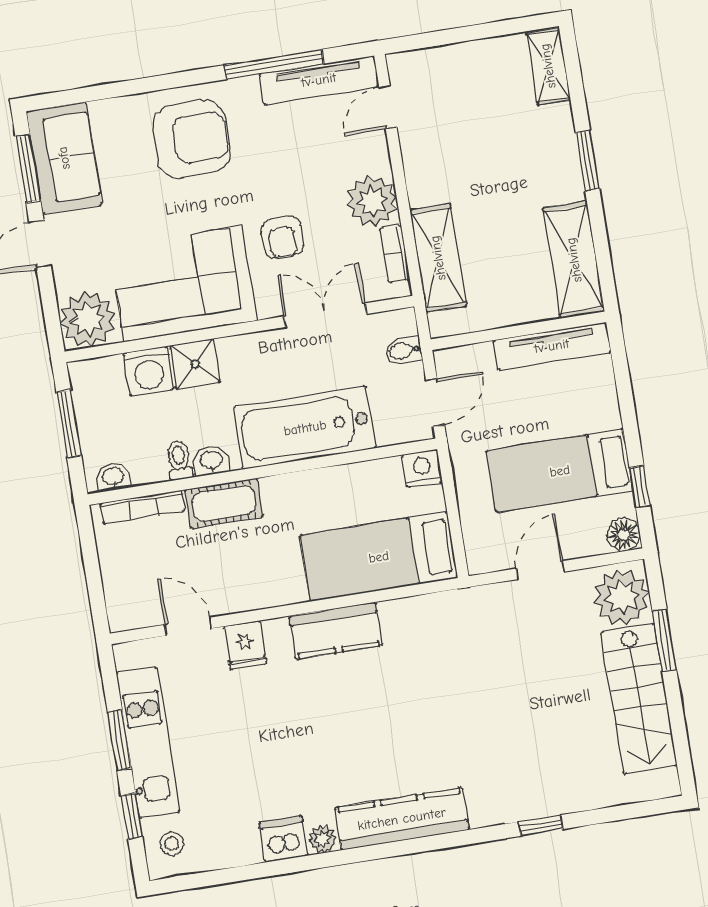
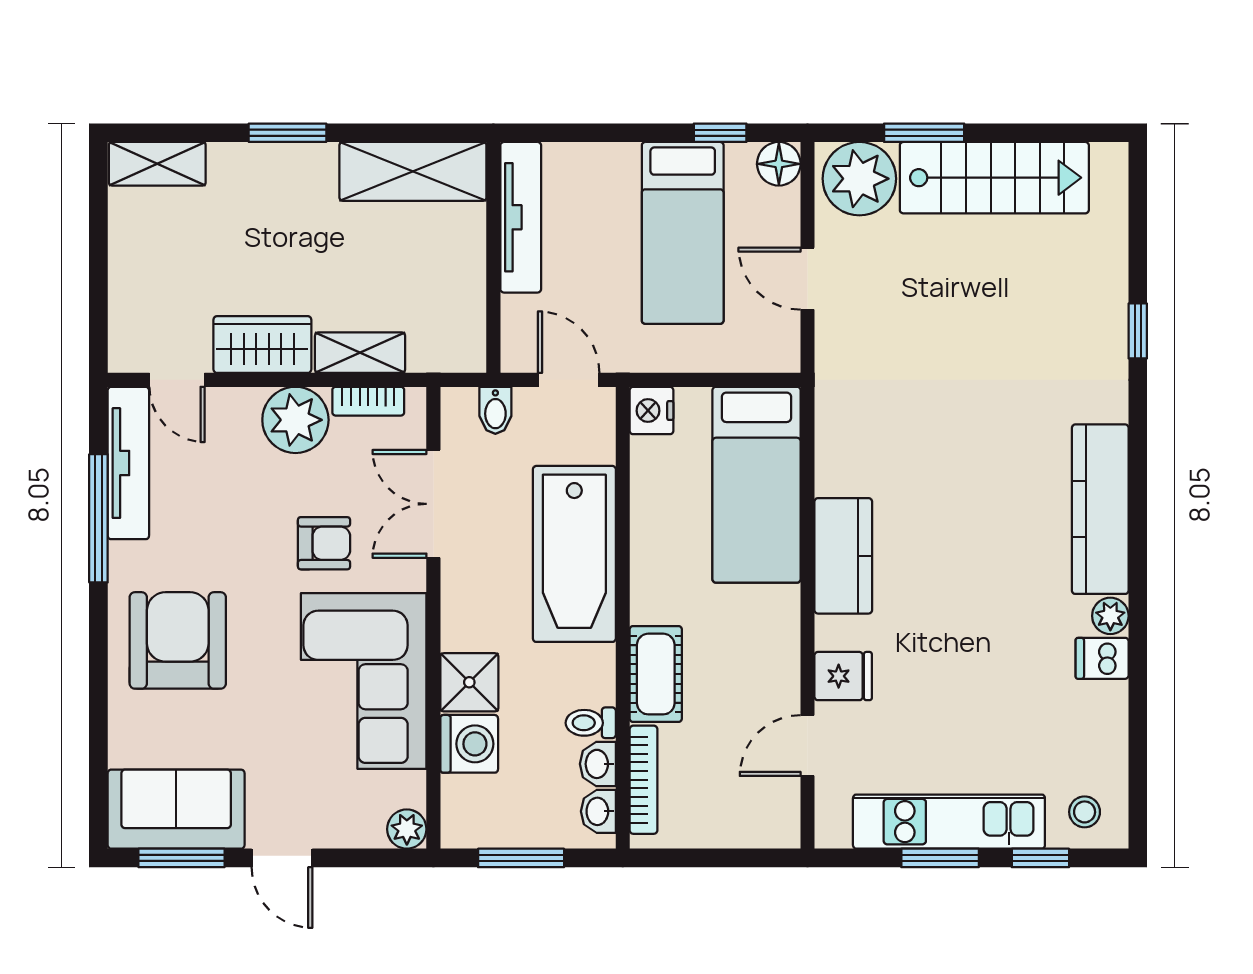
wardrobe: (425, 167) -> (262, 345), added
shelving: (438, 258) -> (360, 353), width x0.67, depth x0.75
plant: (88, 319) -> (407, 829), width x0.53, depth x0.53
washbasin: (211, 461) -> (598, 764), moved
dishwasher: (284, 839) -> (1102, 658), width x0.73

